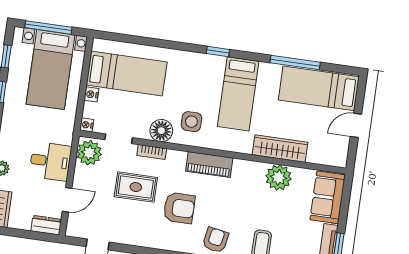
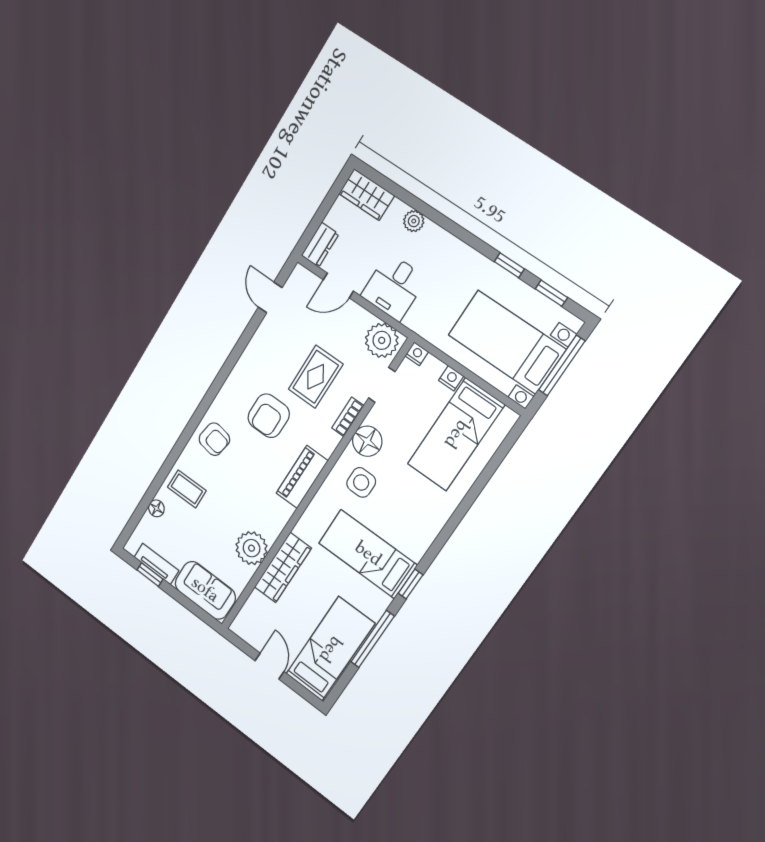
window: (218, 52) -> (411, 584), moved
door: (67, 200) -> (338, 285), hinge flipped

